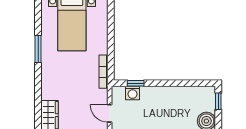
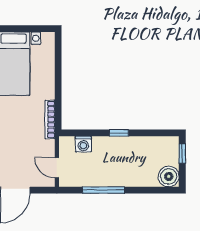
window: (136, 83) -> (119, 133), moved

